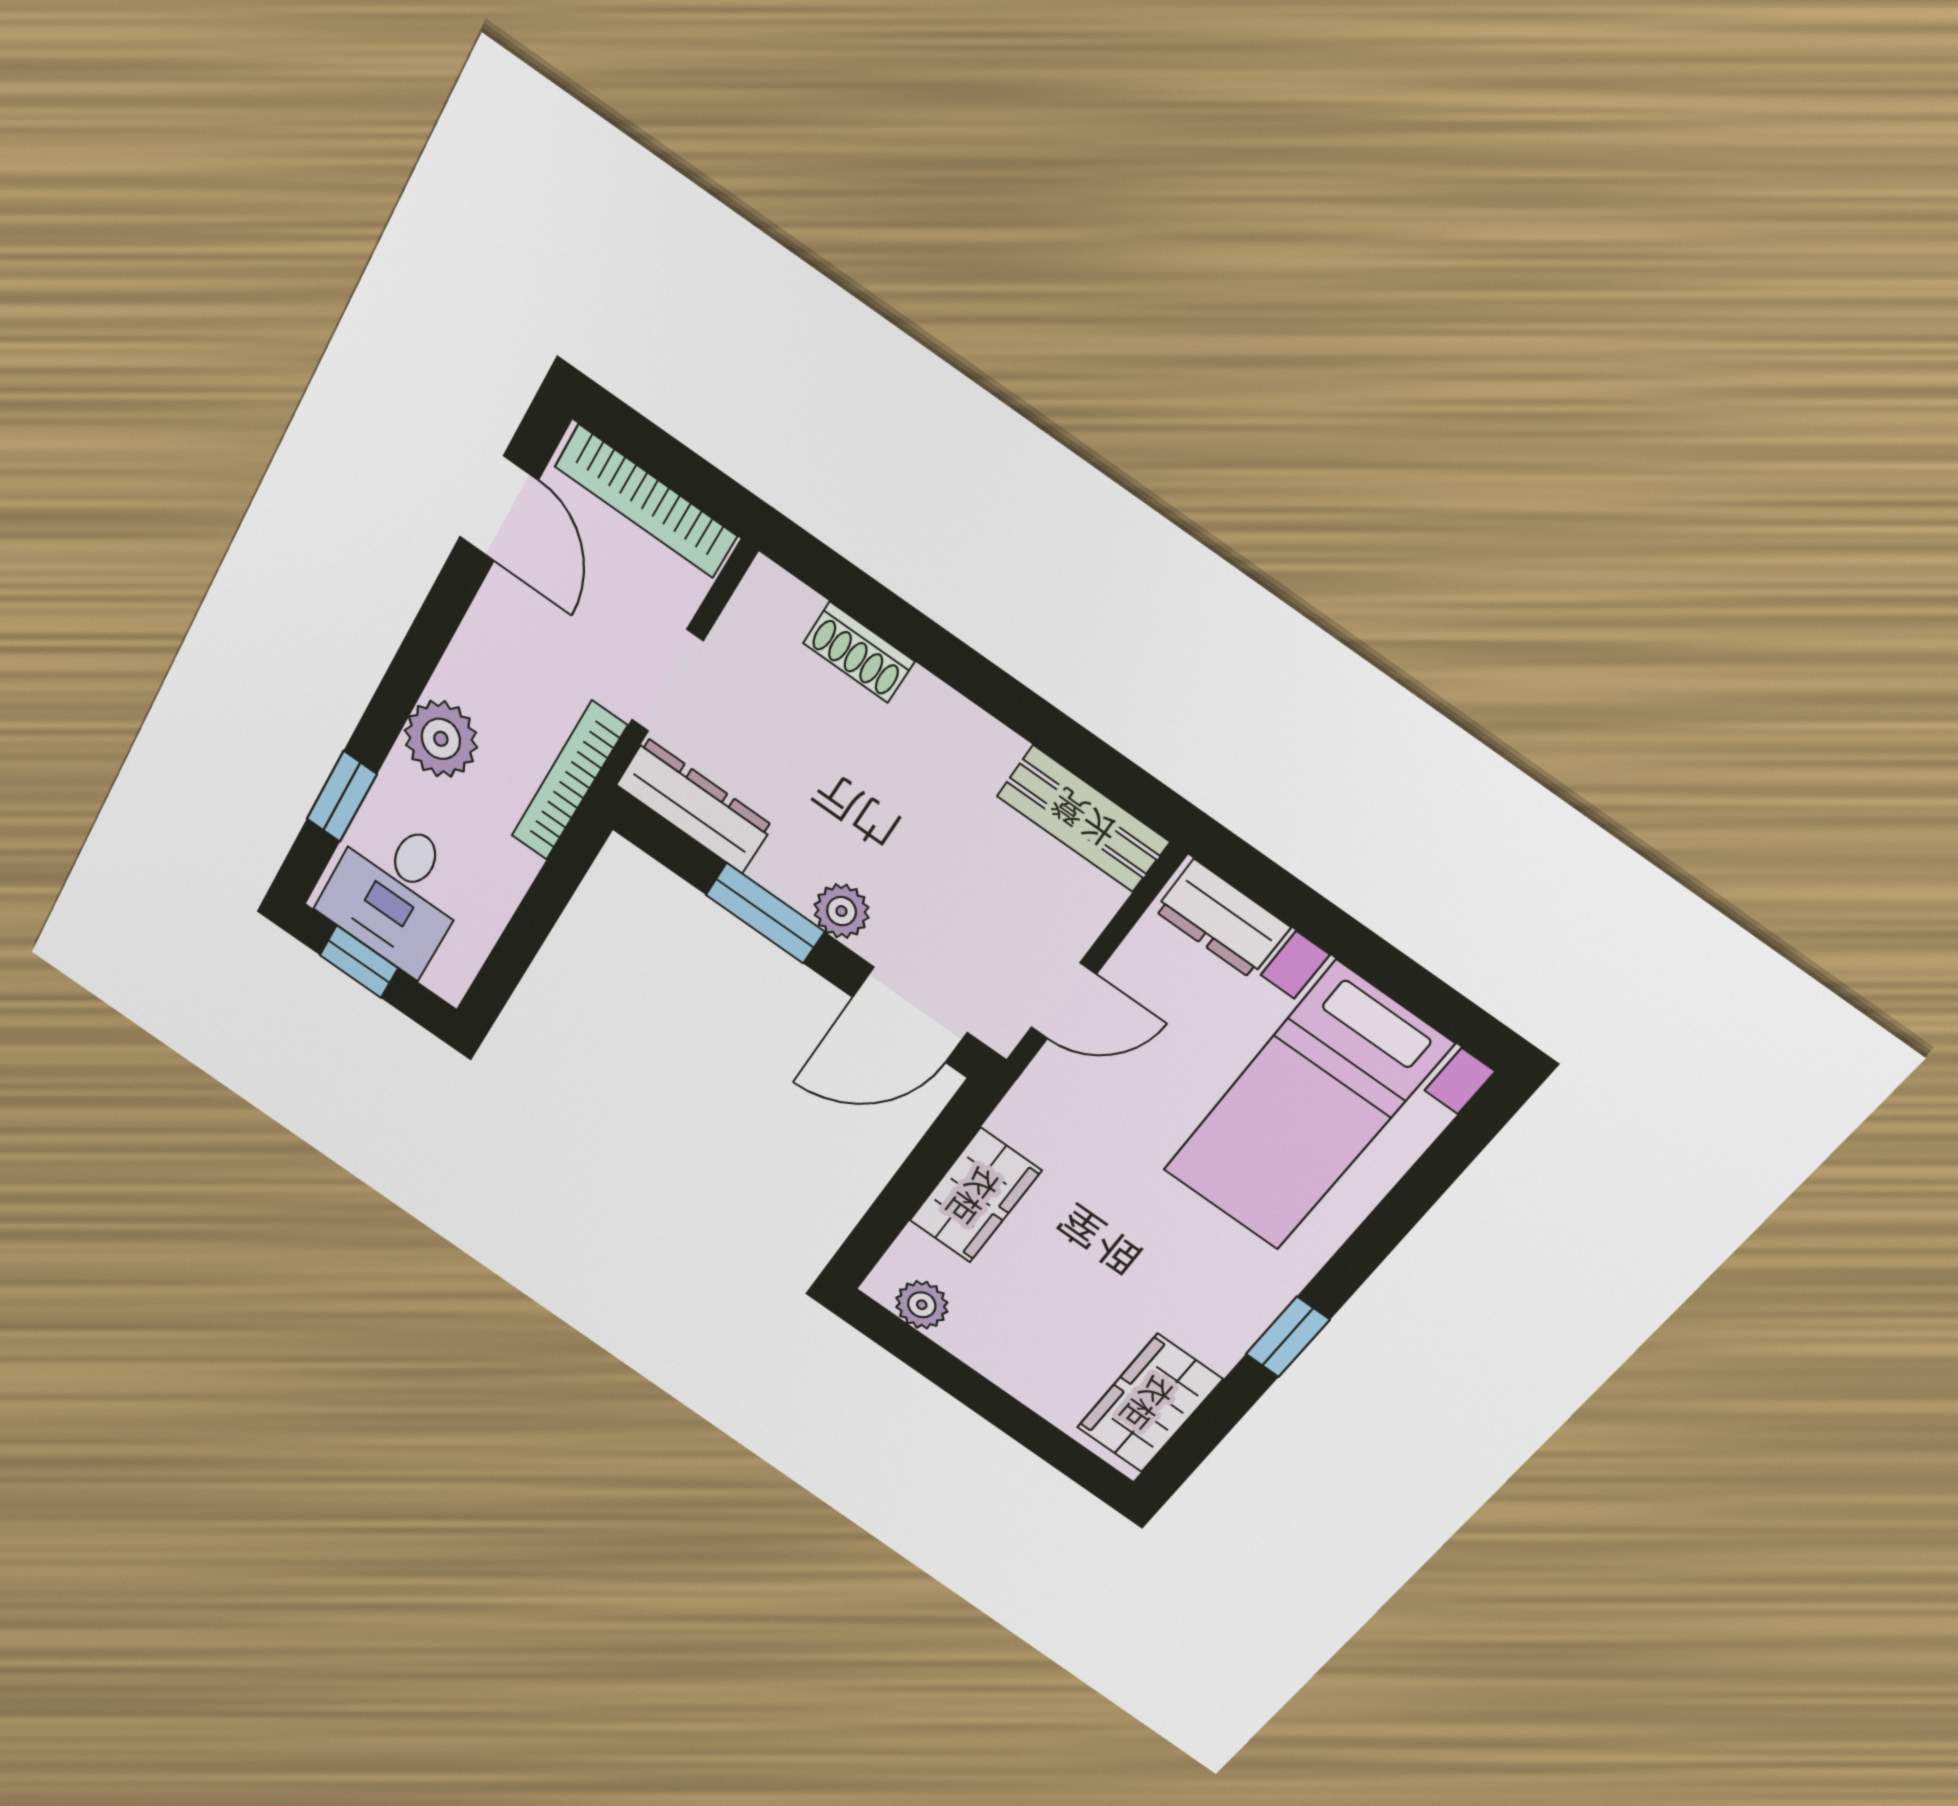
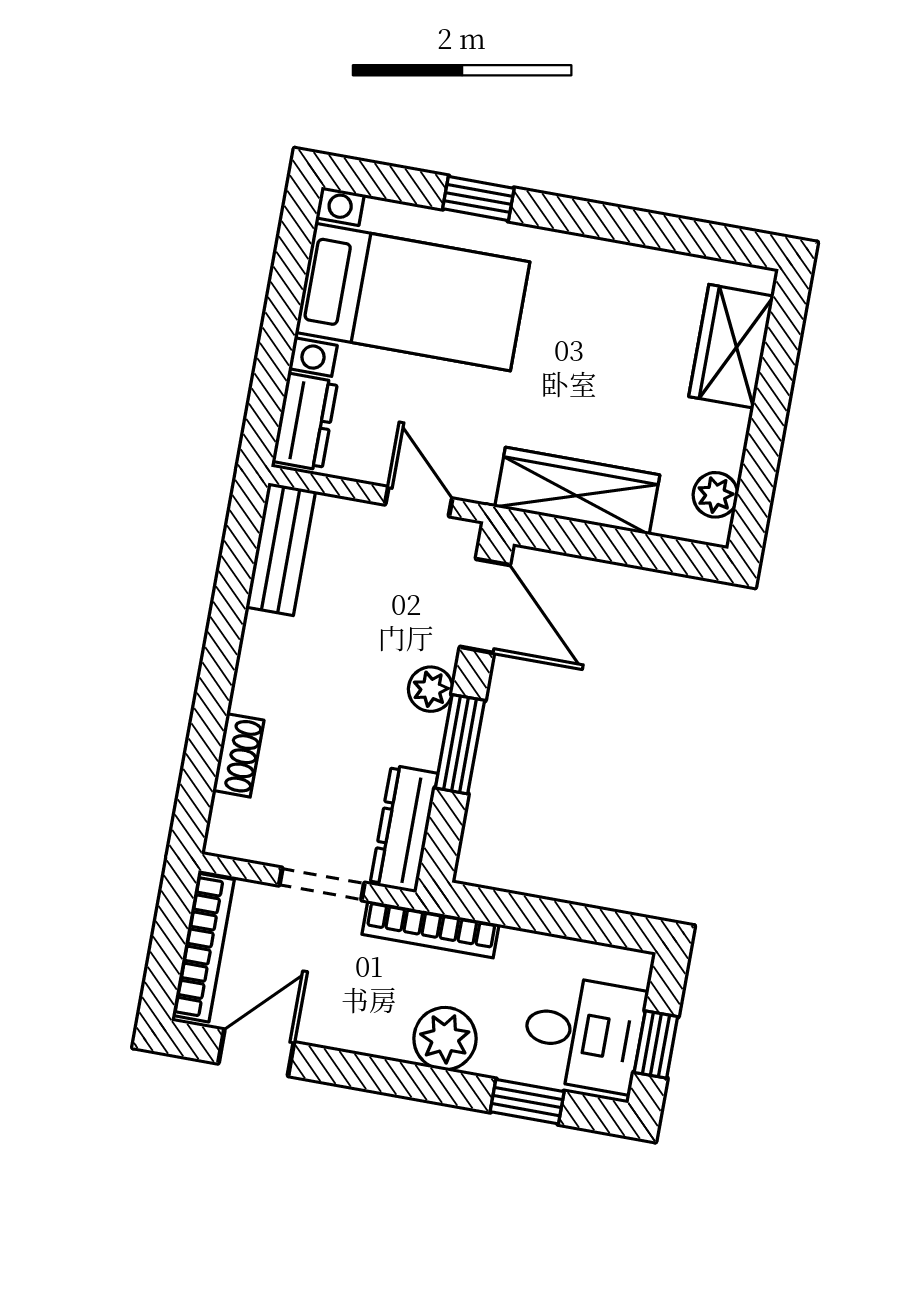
wardrobe: (975, 1196) -> (577, 491), width x1.50
window: (1288, 1337) -> (478, 198), moved
wardrobe: (1149, 1403) -> (731, 346), moved, turned 90

